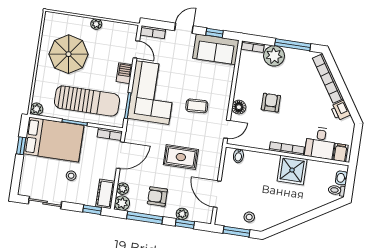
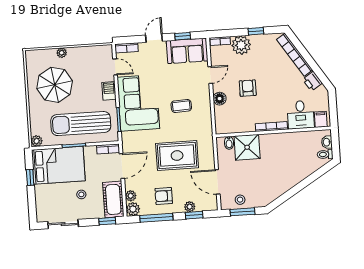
plant: (96, 24) -> (62, 53), moved
window: (293, 45) -> (256, 31), width x0.46
sun lounger: (87, 101) -> (81, 124), turned 180
door: (227, 129) -> (210, 75), moved
rug: (181, 157) -> (177, 156), width x1.36, depth x1.43
shower: (292, 170) -> (247, 147), moved
cot: (105, 194) -> (113, 199), width x1.37, depth x1.34
stool: (249, 217) -> (240, 200), moved

